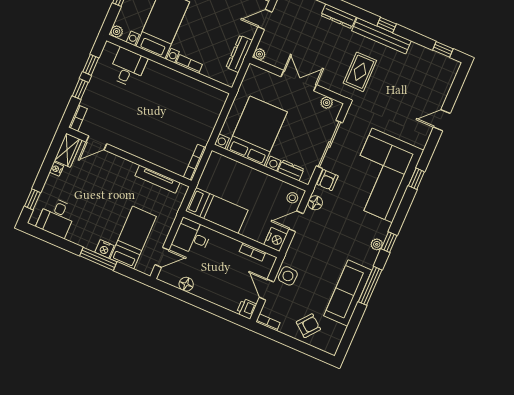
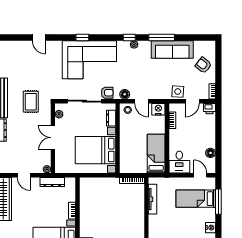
rug: (360, 72) -> (31, 102), turned 90
nightstand: (104, 249) -> (211, 228), moved
window: (98, 259) -> (218, 202), moved

